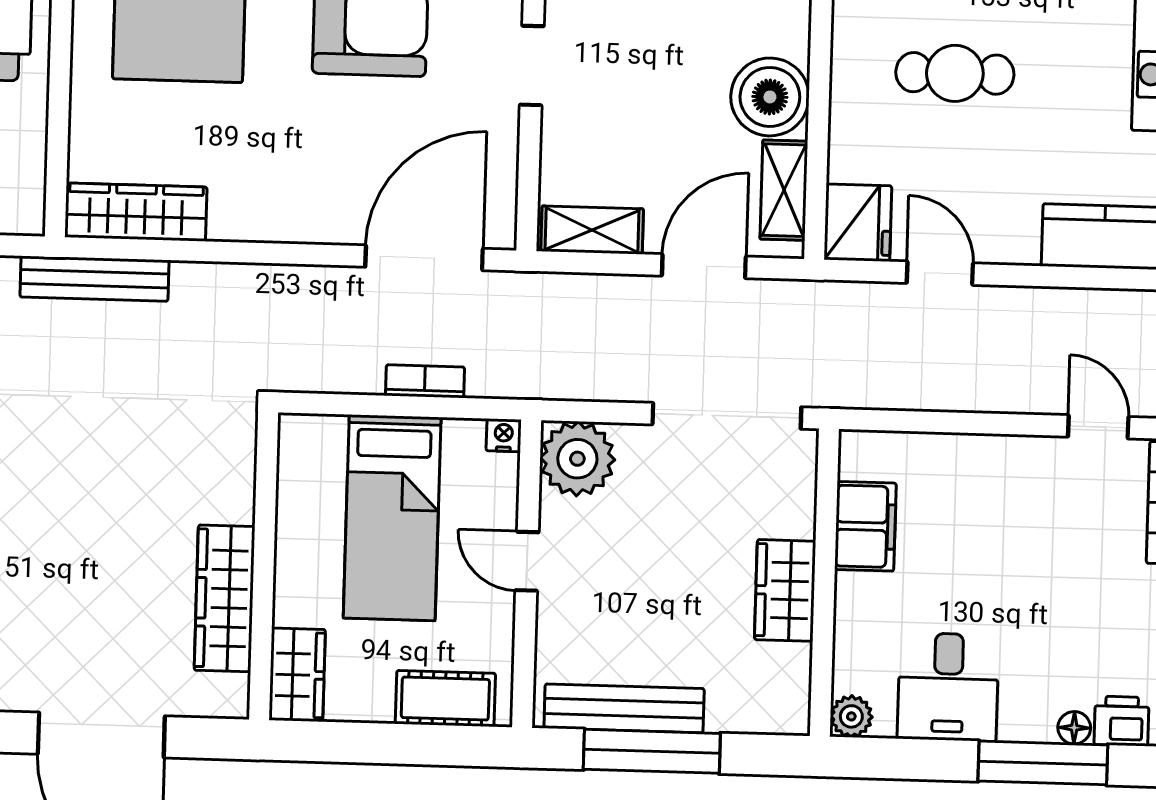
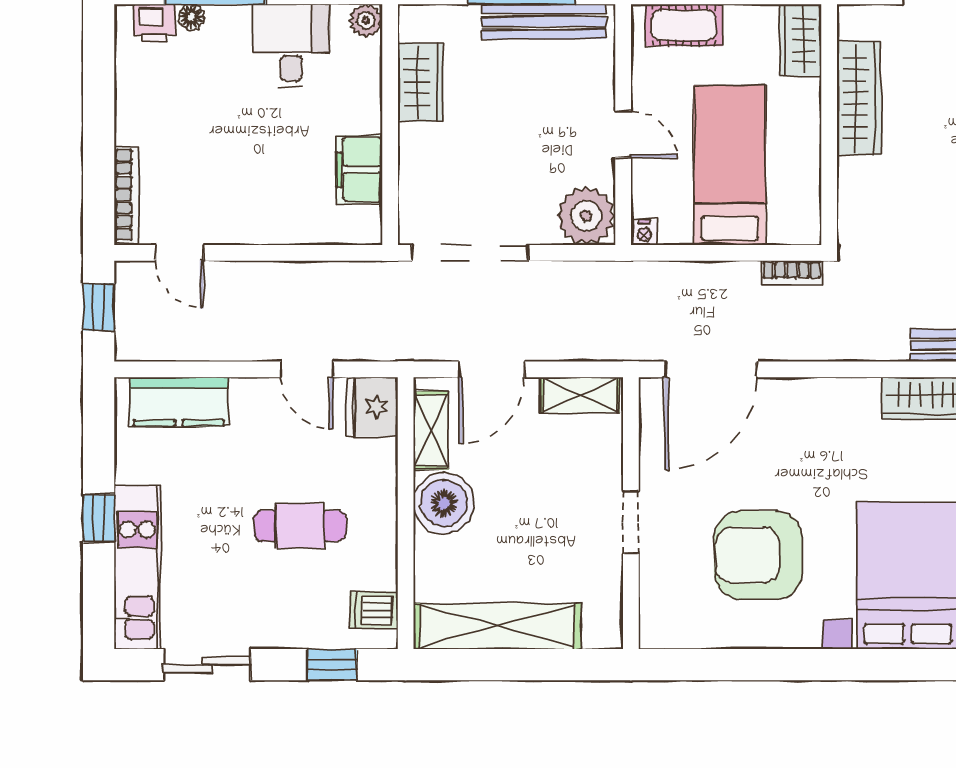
bookcase: (425, 381) -> (792, 273), moved
wardrobe: (785, 590) -> (421, 82), moved

